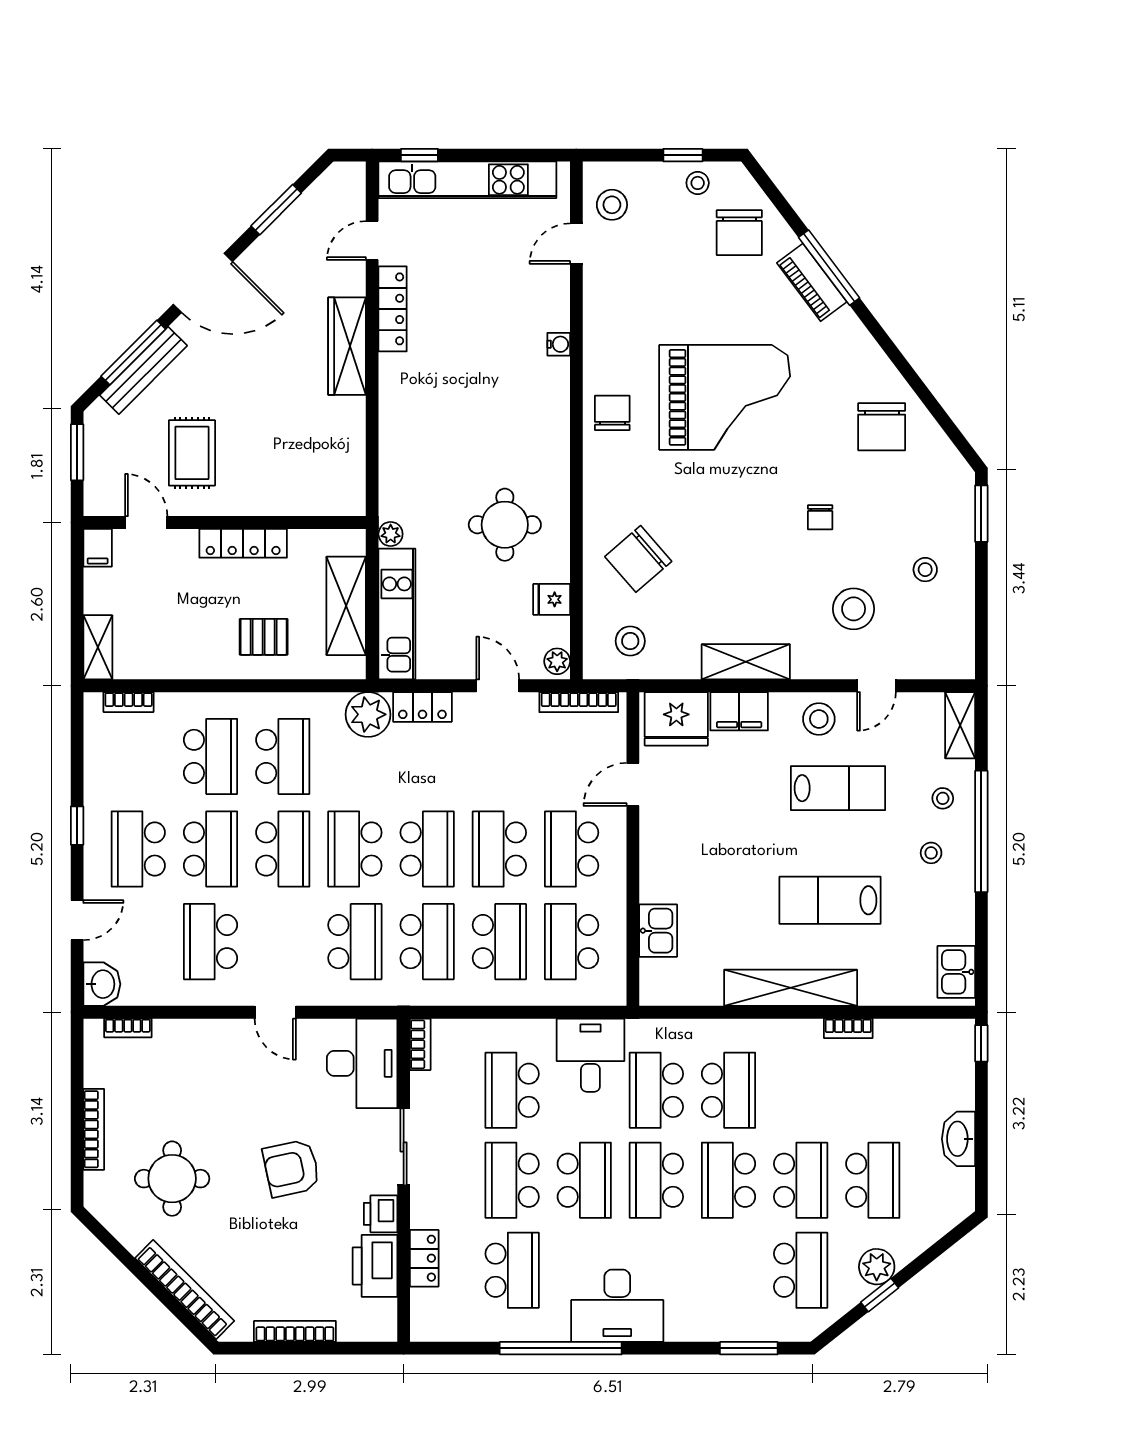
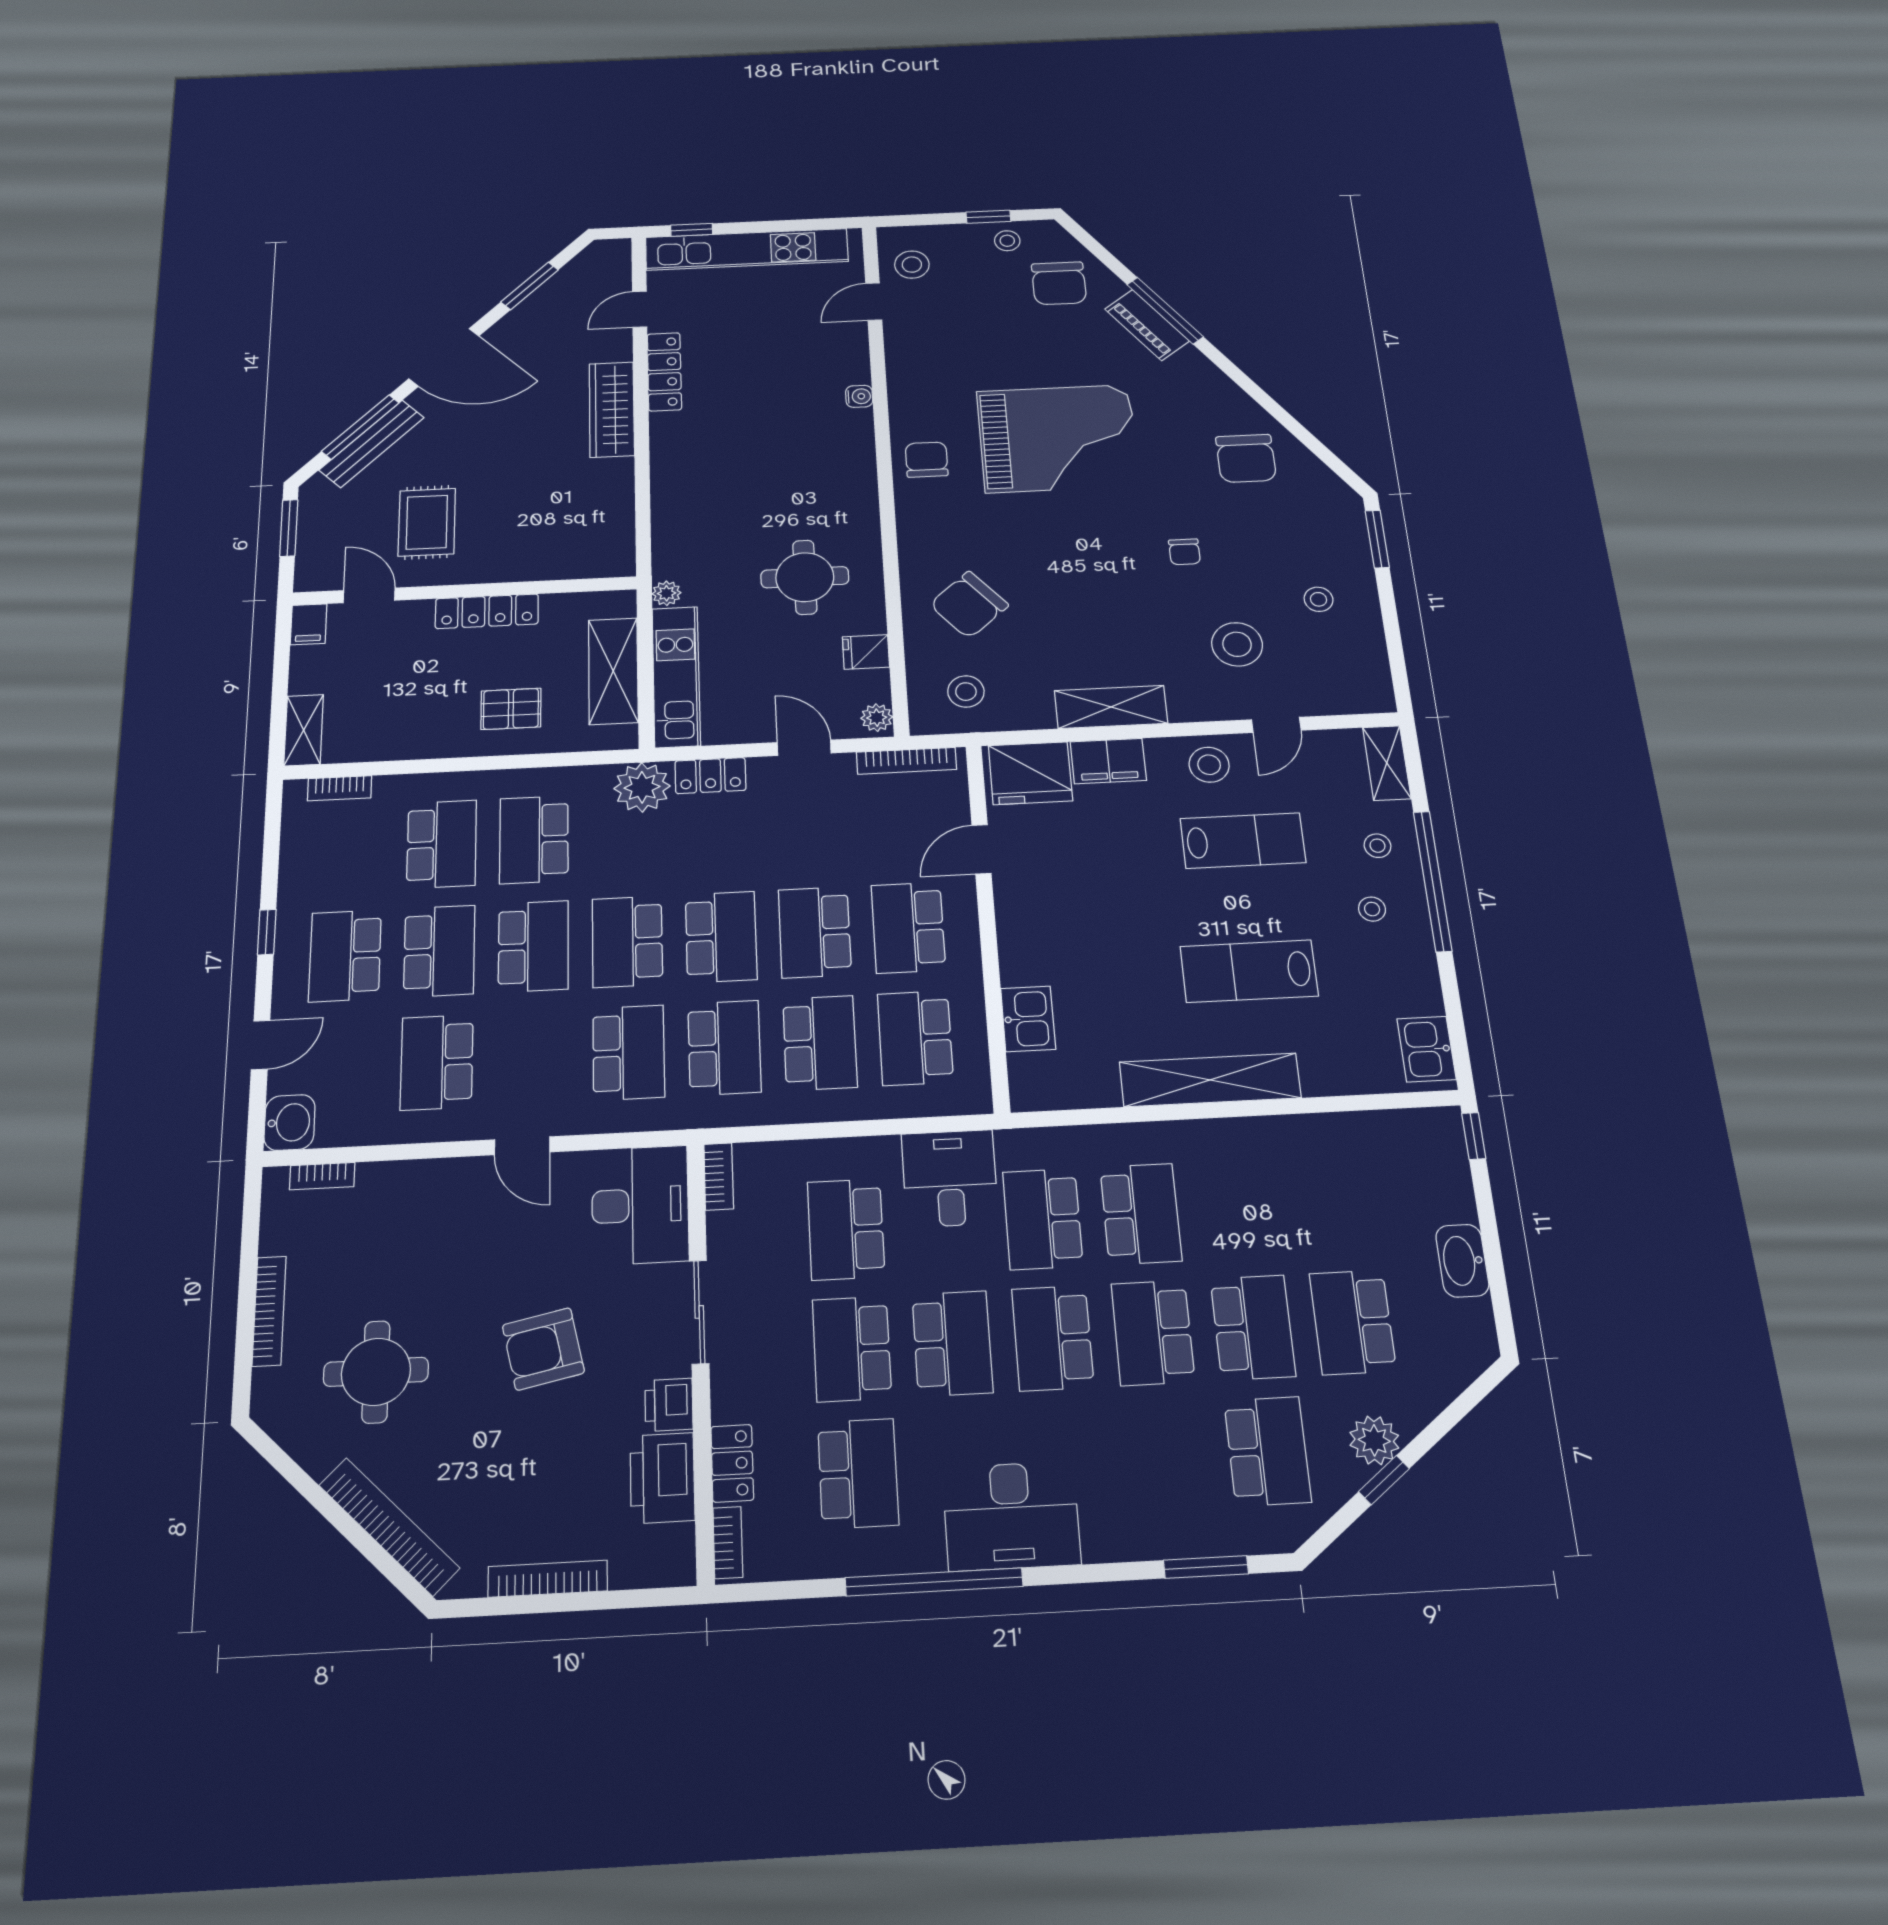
school desk: (283, 756) -> (534, 840), turned 180
bookcase: (848, 1028) -> (728, 1543), moved, turned -90
school desk: (873, 1180) -> (1353, 1322), turned 180

